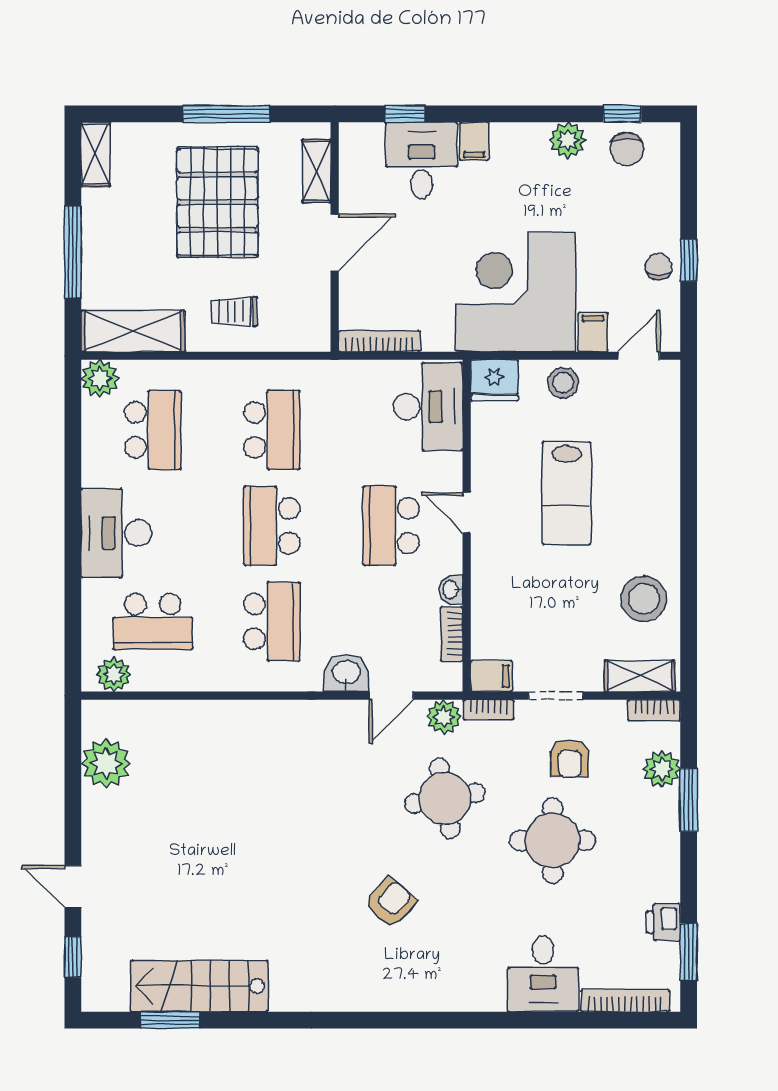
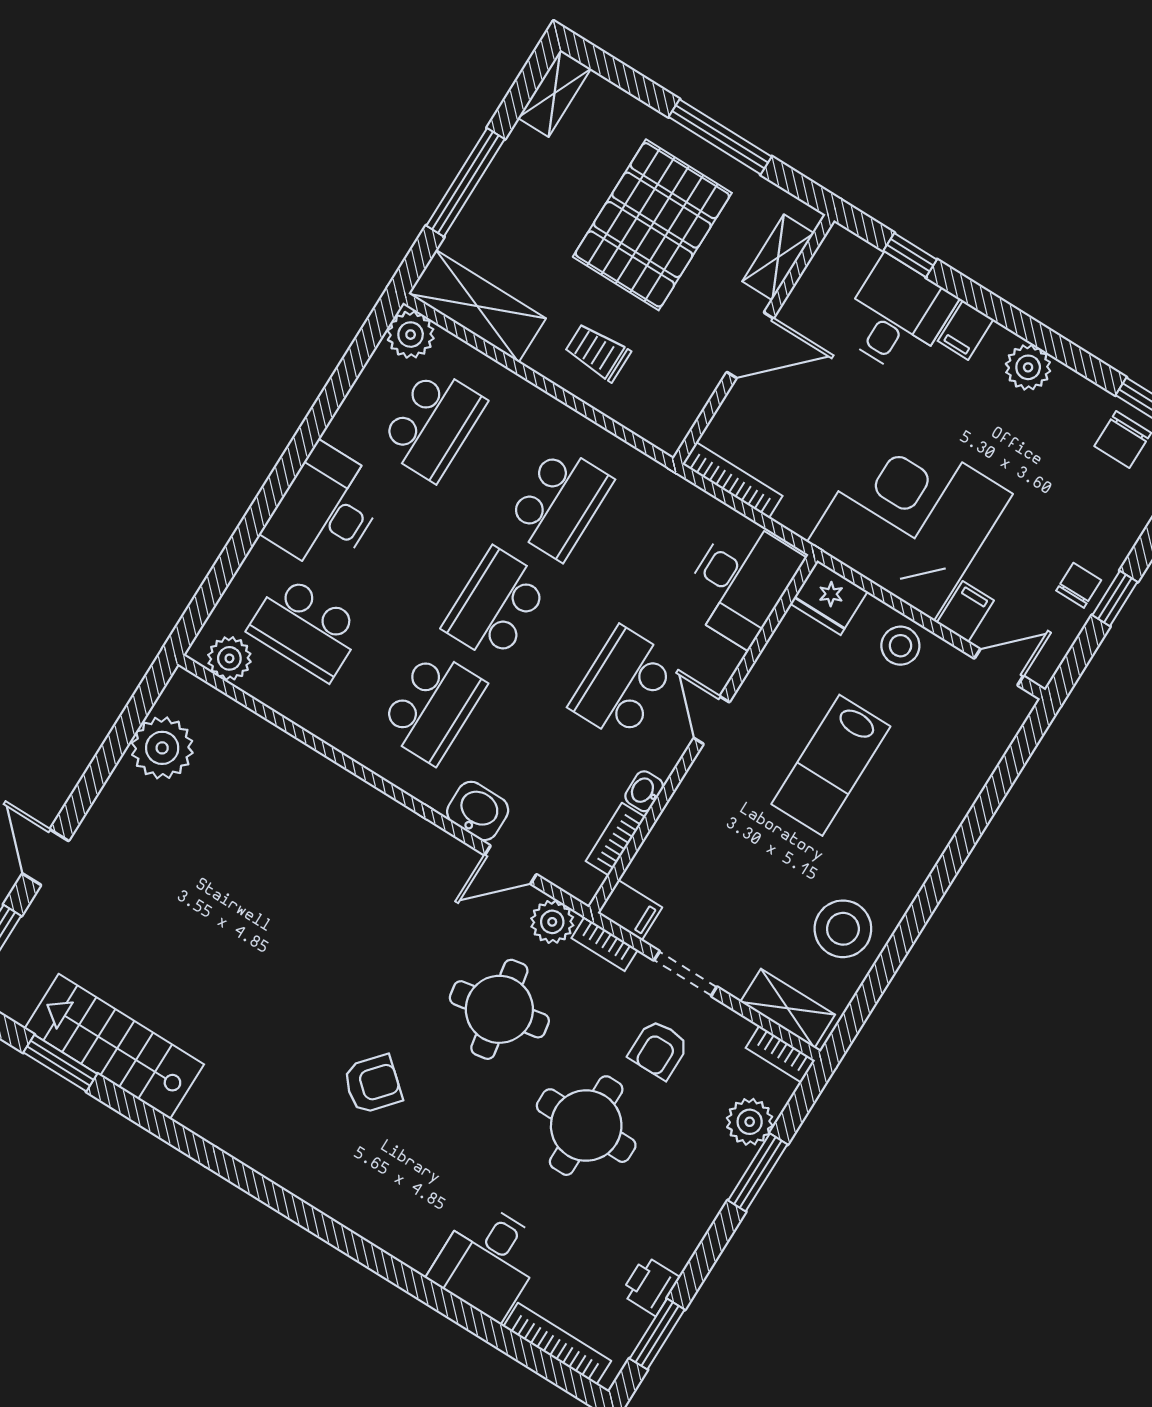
plant: (568, 140) -> (1028, 367), moved

